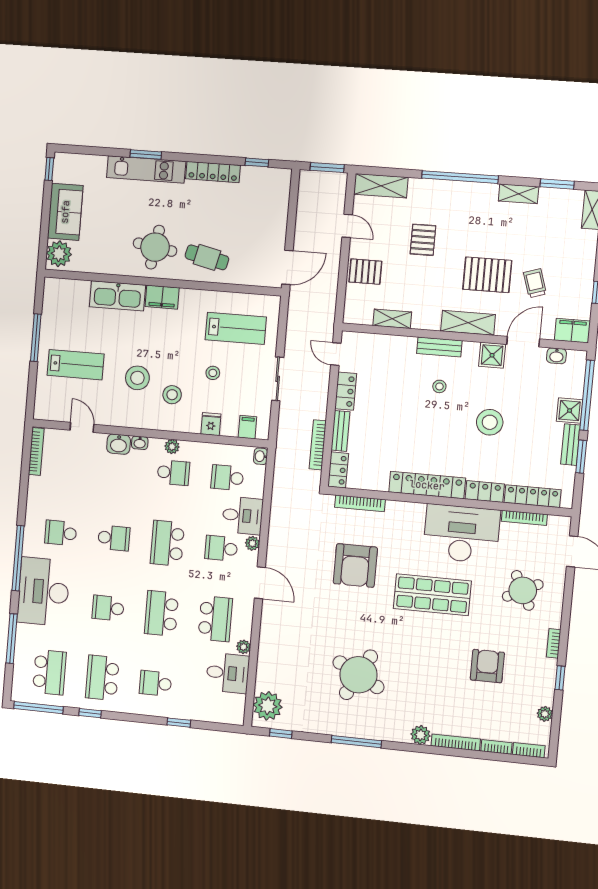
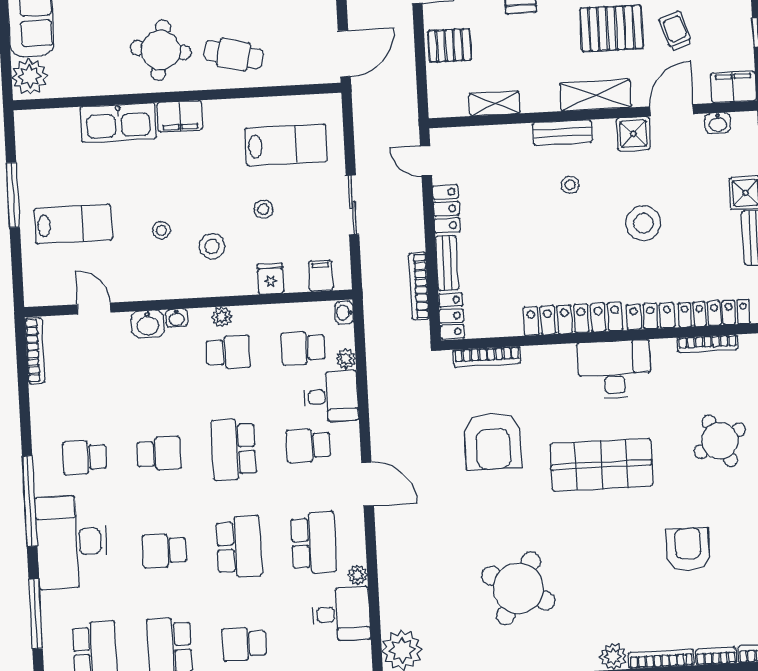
stool: (137, 378) -> (161, 230), width x0.53, depth x0.53
desk: (461, 534) -> (614, 369), width x0.73, depth x0.77
plant: (252, 543) -> (346, 359), moved
school desk: (161, 613) -> (239, 547), turned 180

